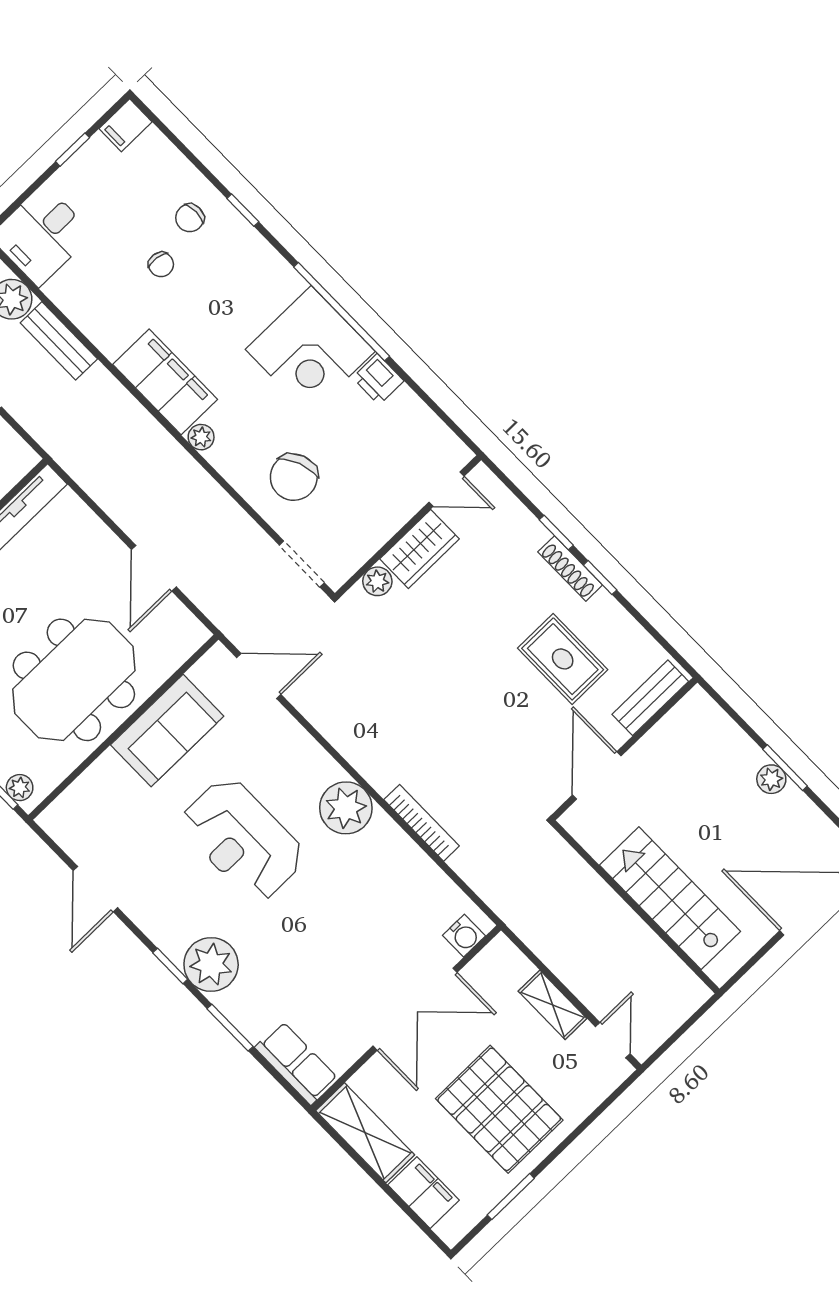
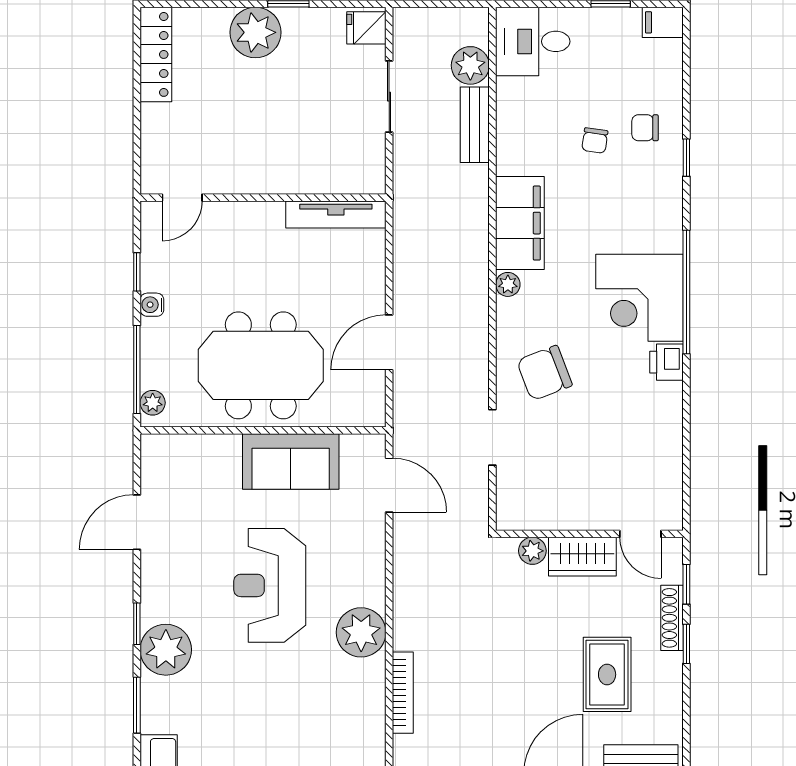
door: (447, 489) -> (640, 534), moved
wall: (408, 527) -> (589, 534), moved
wardrobe: (419, 549) -> (582, 557), moved
plant: (377, 581) -> (532, 551), moved

